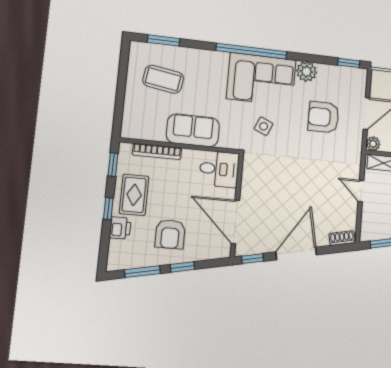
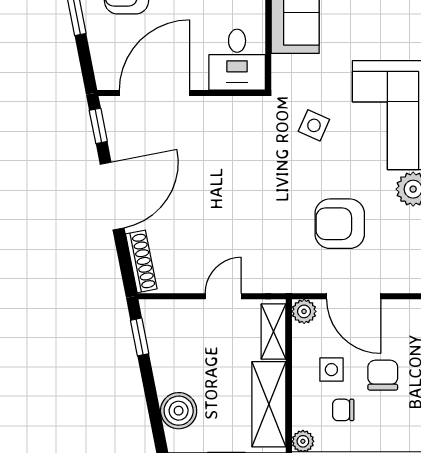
armchair: (323, 117) -> (340, 224), turned -90
shoe rack: (342, 238) -> (141, 261), width x1.43
door: (296, 253) -> (112, 196), hinge flipped

